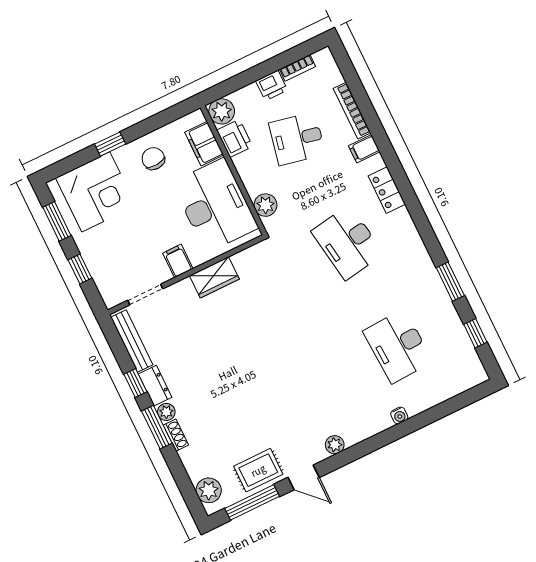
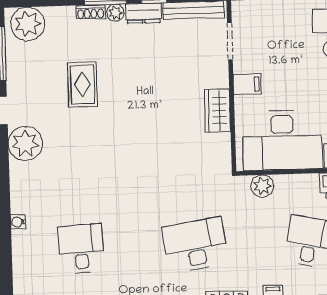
desk: (398, 346) -> (81, 249), width x0.73
plant: (335, 445) -> (25, 143), width x1.88, depth x1.88
rug: (258, 470) -> (82, 85), moved
plant: (209, 490) -> (28, 24), width x1.36, depth x1.36

